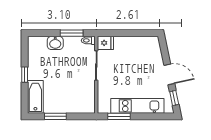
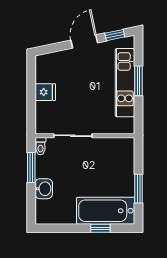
fridge: (105, 43) -> (45, 92), moved, turned 90
window: (25, 75) -> (100, 228), moved
bathtub: (35, 97) -> (106, 211), width x1.36, depth x1.36
window: (119, 116) -> (139, 81), moved

